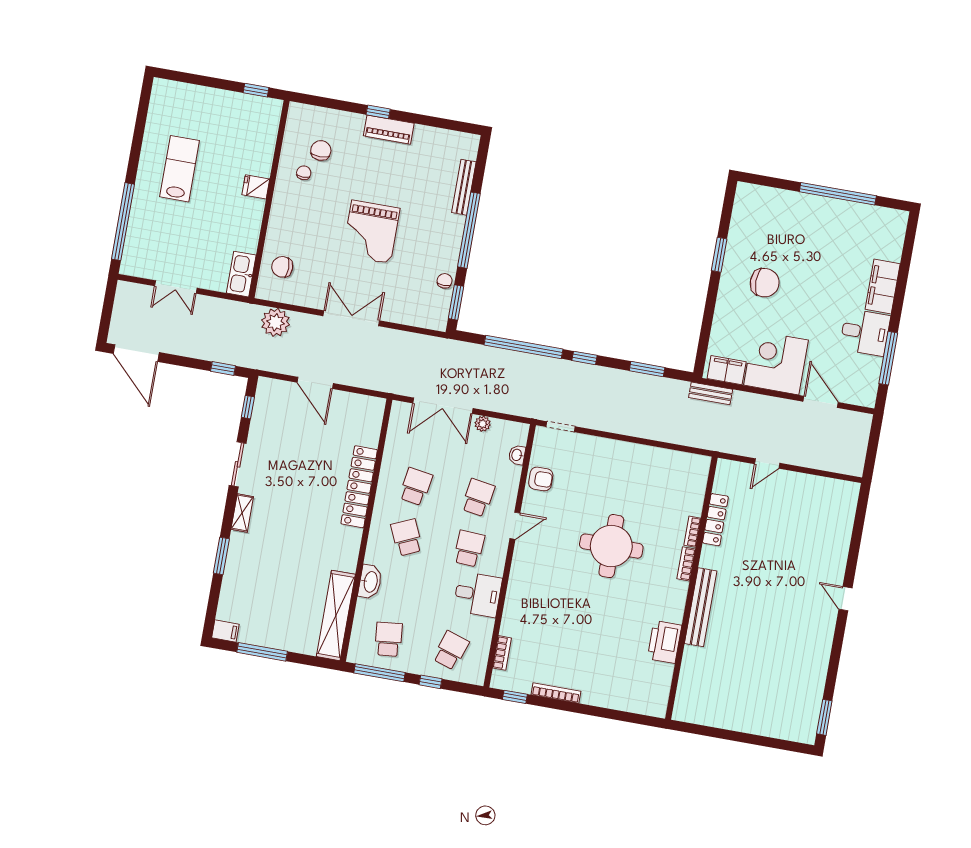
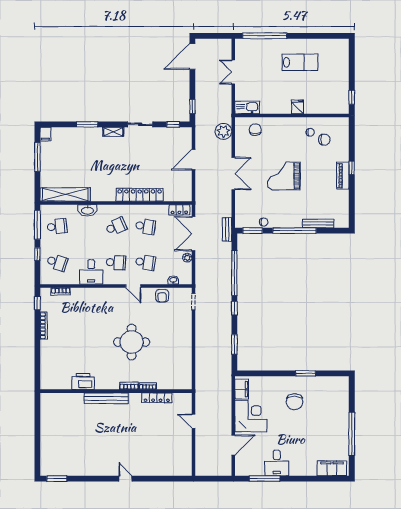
filing cabinet: (883, 287) -> (332, 468), moved
bench: (711, 393) -> (227, 229), moved
locker: (397, 423) -> (179, 210), added
door: (845, 599) -> (125, 479), hinge flipped

